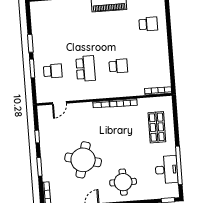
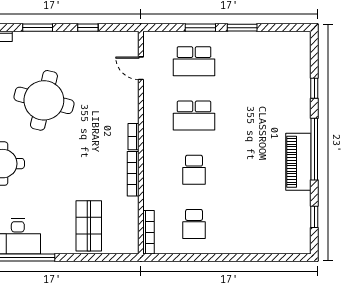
school desk: (148, 24) -> (194, 224), moved
school desk: (53, 71) -> (194, 61), width x1.85
shop shelf: (157, 127) -> (89, 226), turned 90

